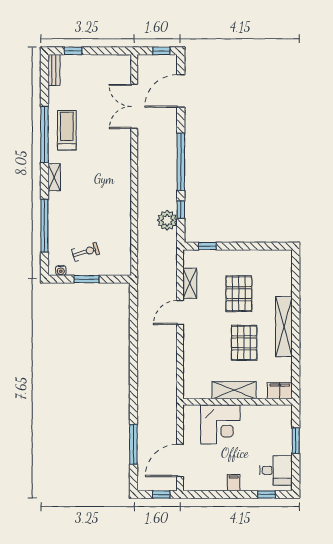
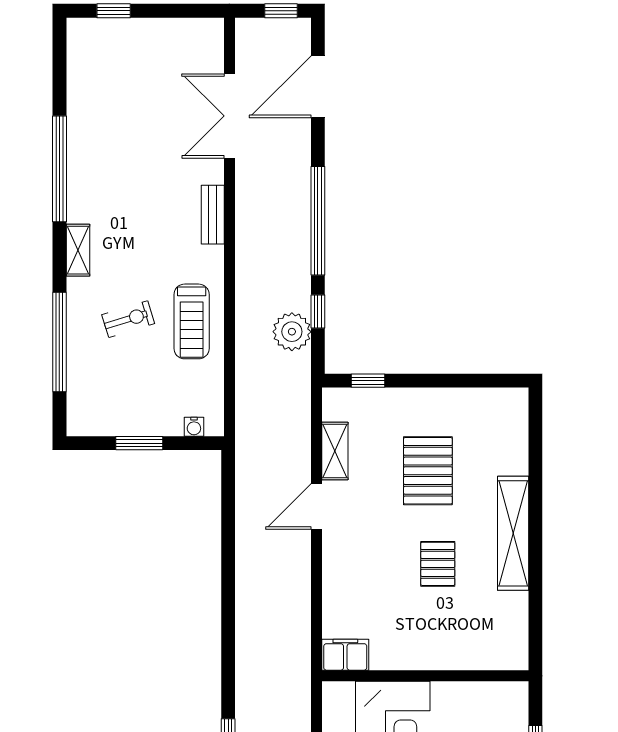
bench: (54, 70) -> (213, 215), moved
treadmill: (67, 130) -> (192, 321), moved, turned 180
exercise bike: (86, 252) -> (128, 319), moved
water cooler: (61, 270) -> (194, 427), moved
pallet: (244, 343) -> (438, 564), width x0.67, depth x0.71
shelving: (234, 390) -> (419, 654), removed
filing cabinet: (280, 391) -> (345, 655), moved

